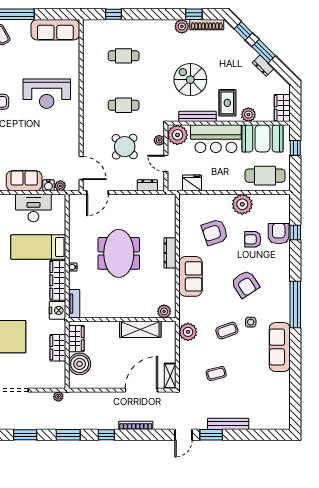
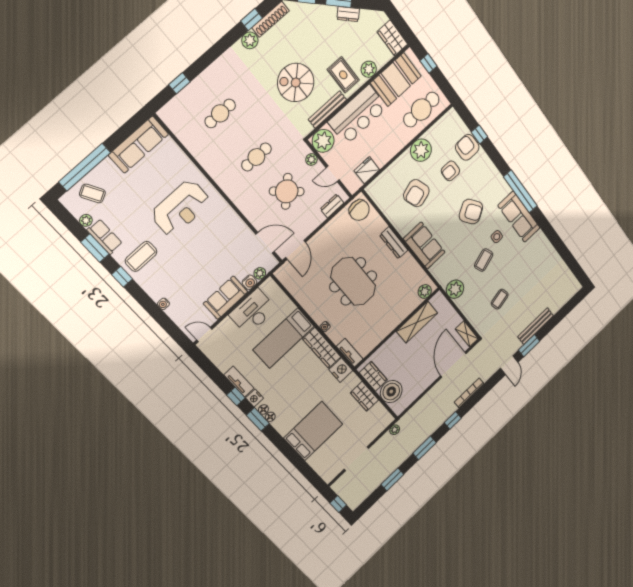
chair: (164, 206) -> (359, 210), added
sofa: (280, 347) -> (519, 217), moved

